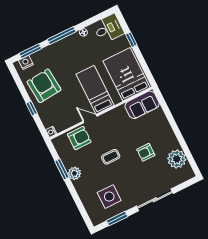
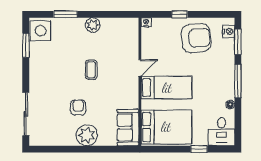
armchair: (79, 138) -> (126, 47), removed
plant: (177, 159) -> (87, 135), moved
window: (62, 169) -> (65, 14), moved
side table: (109, 197) -> (41, 31), moved
sliding door: (155, 200) -> (26, 114), moved

